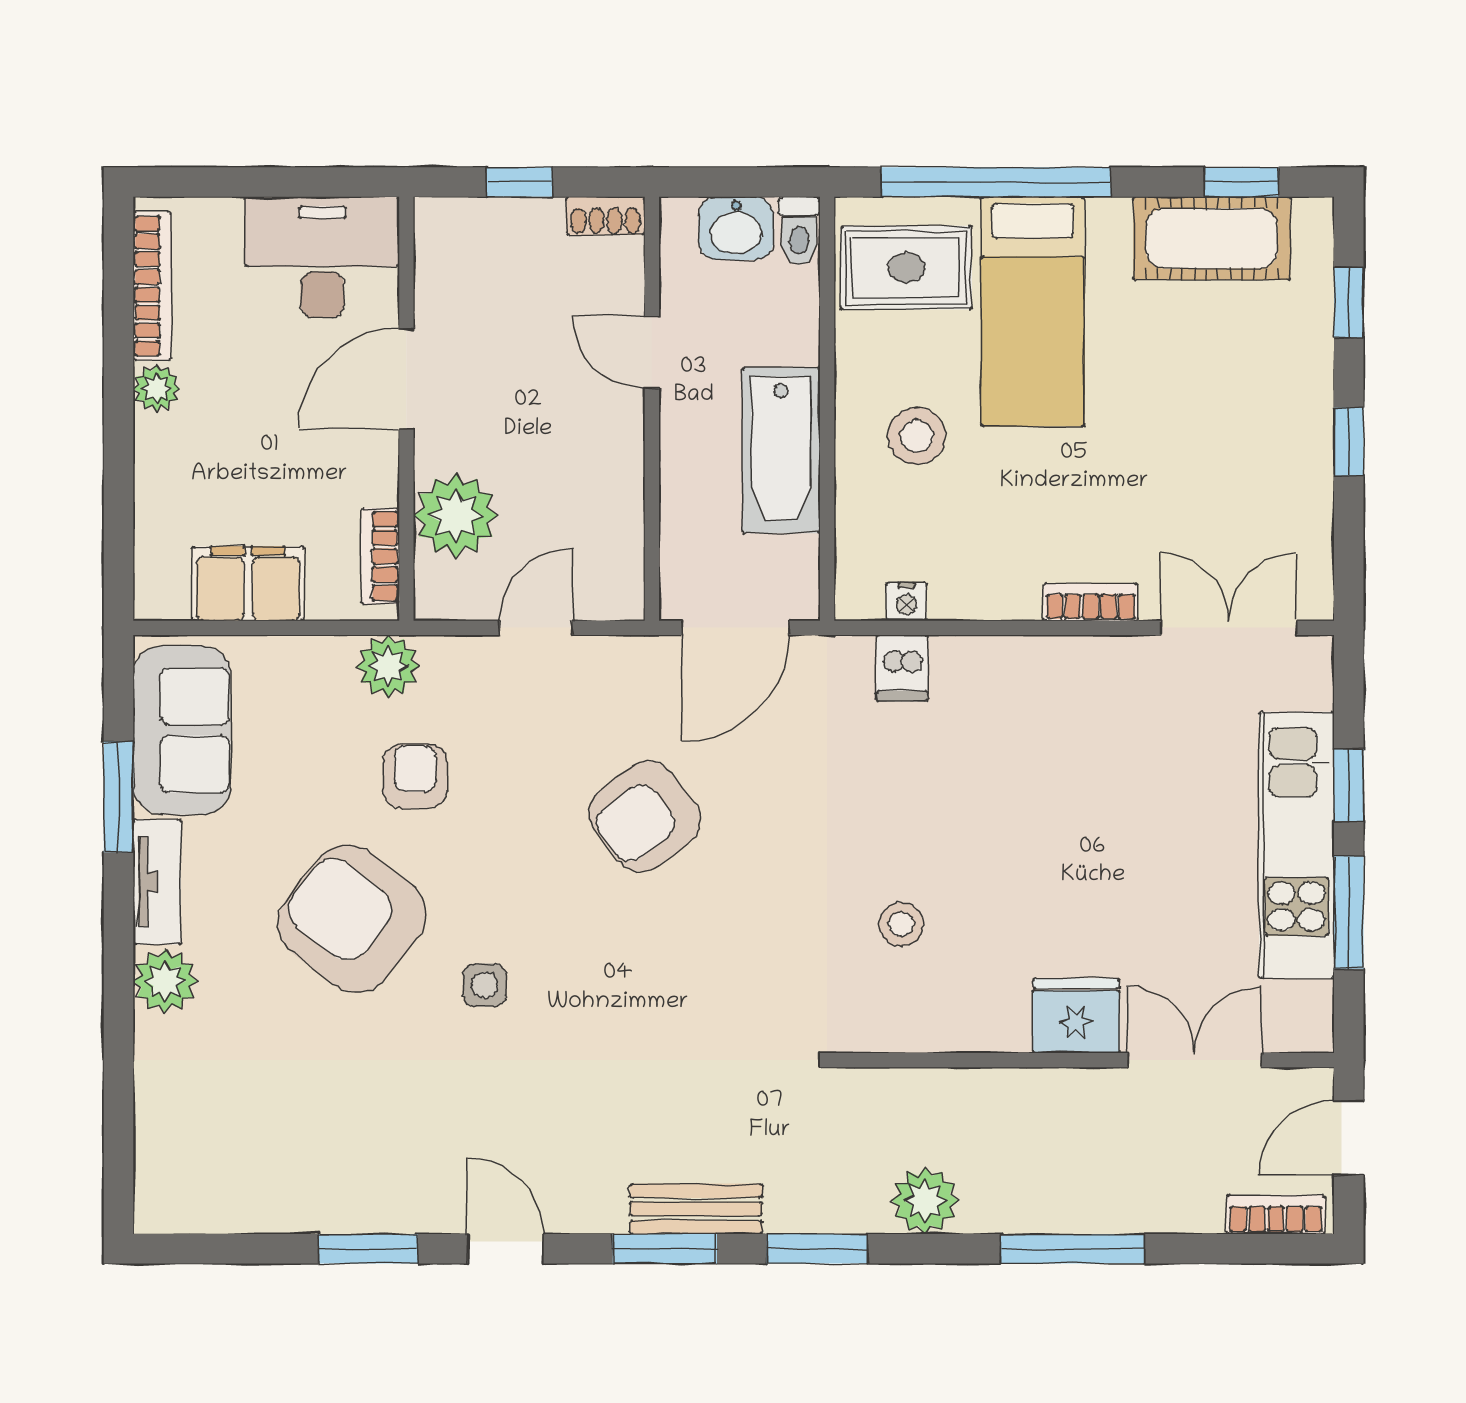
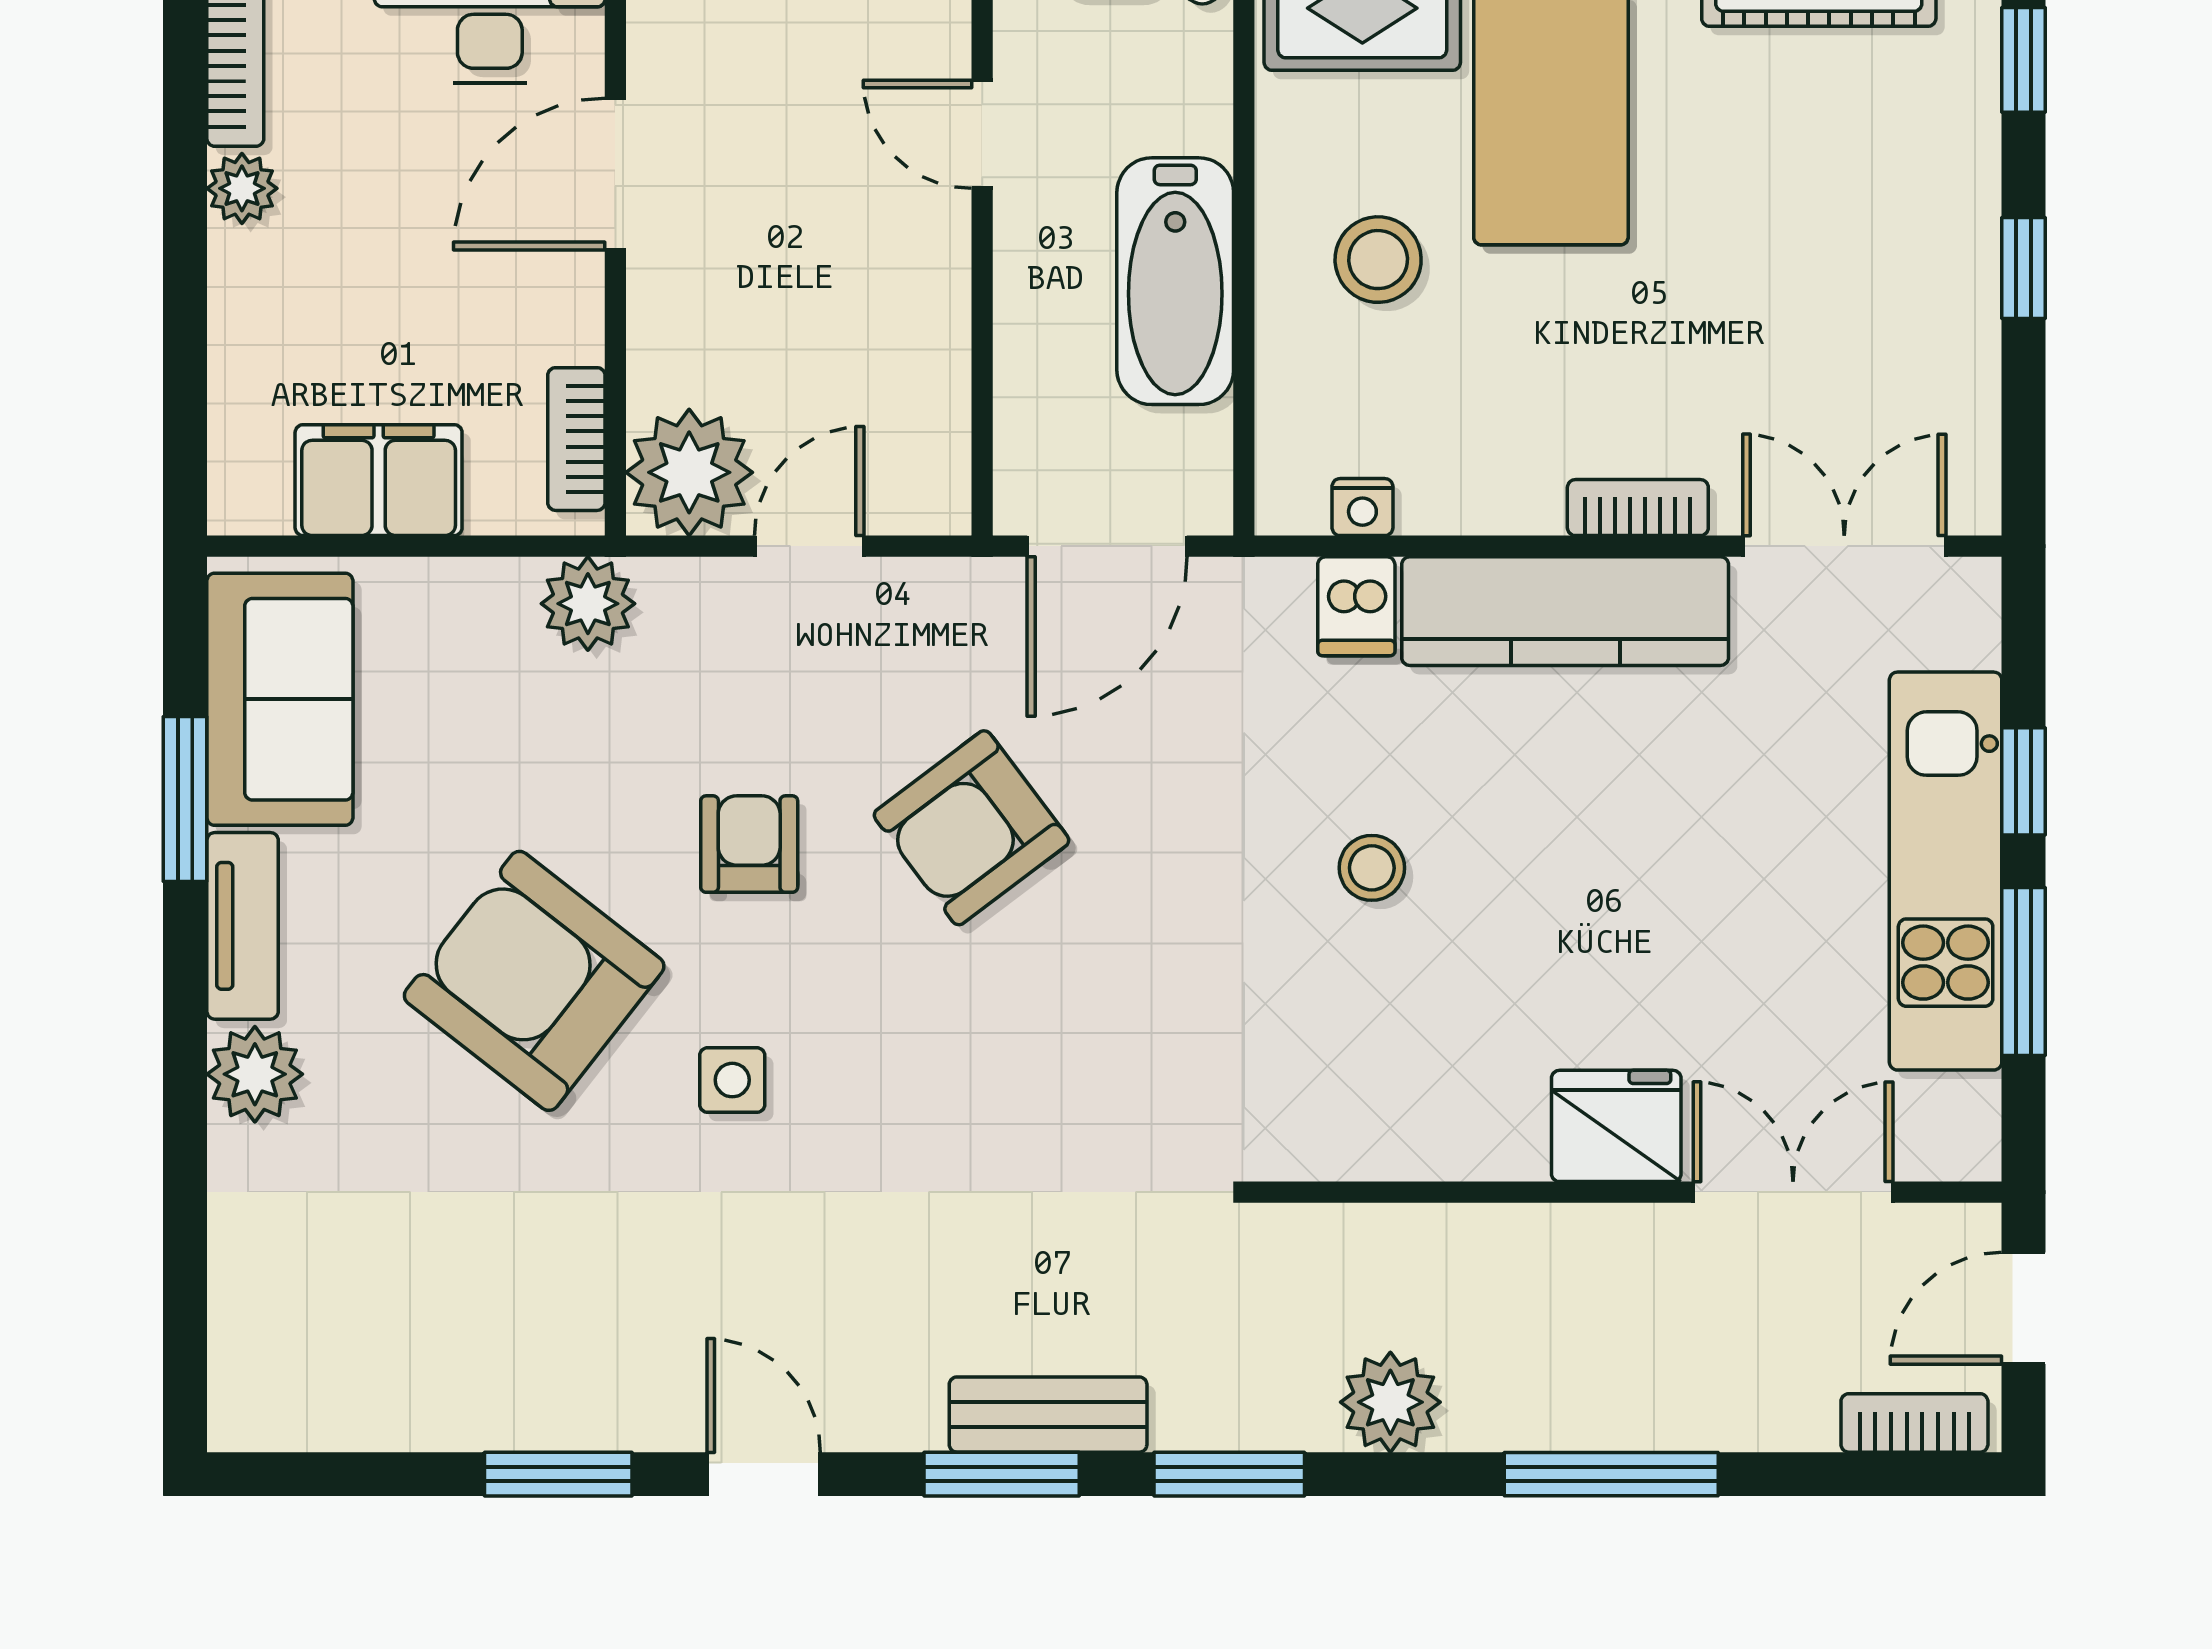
plant: (456, 515) -> (689, 472), moved
kitchen counter: (1042, 671) -> (1565, 611), added
armchair: (415, 776) -> (749, 844), moved
stool: (901, 924) -> (1372, 868), moved

